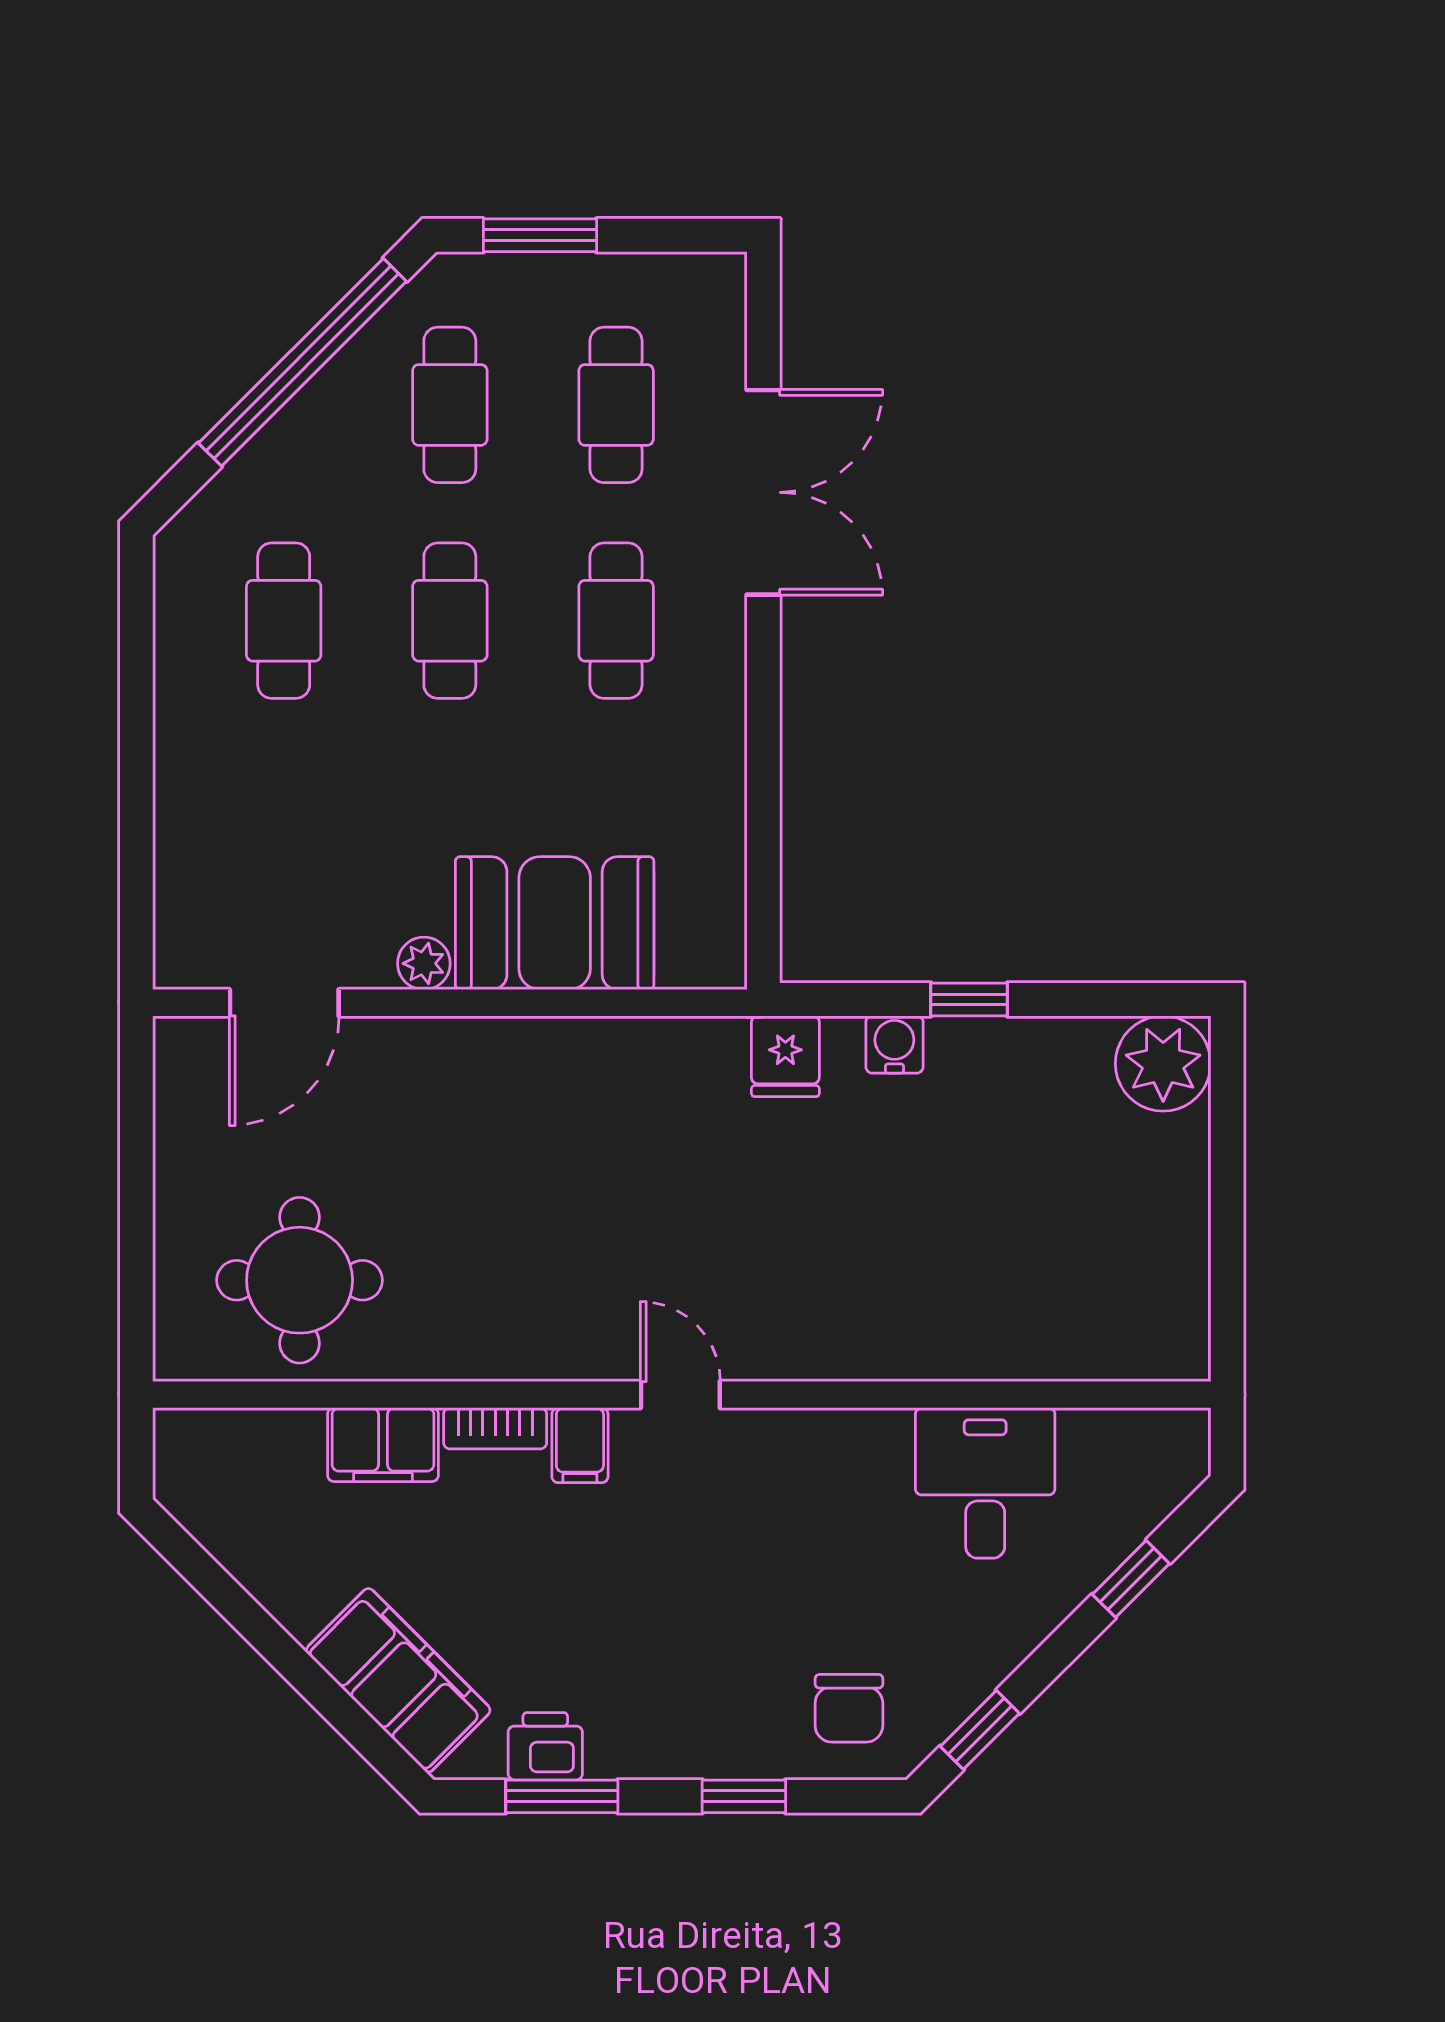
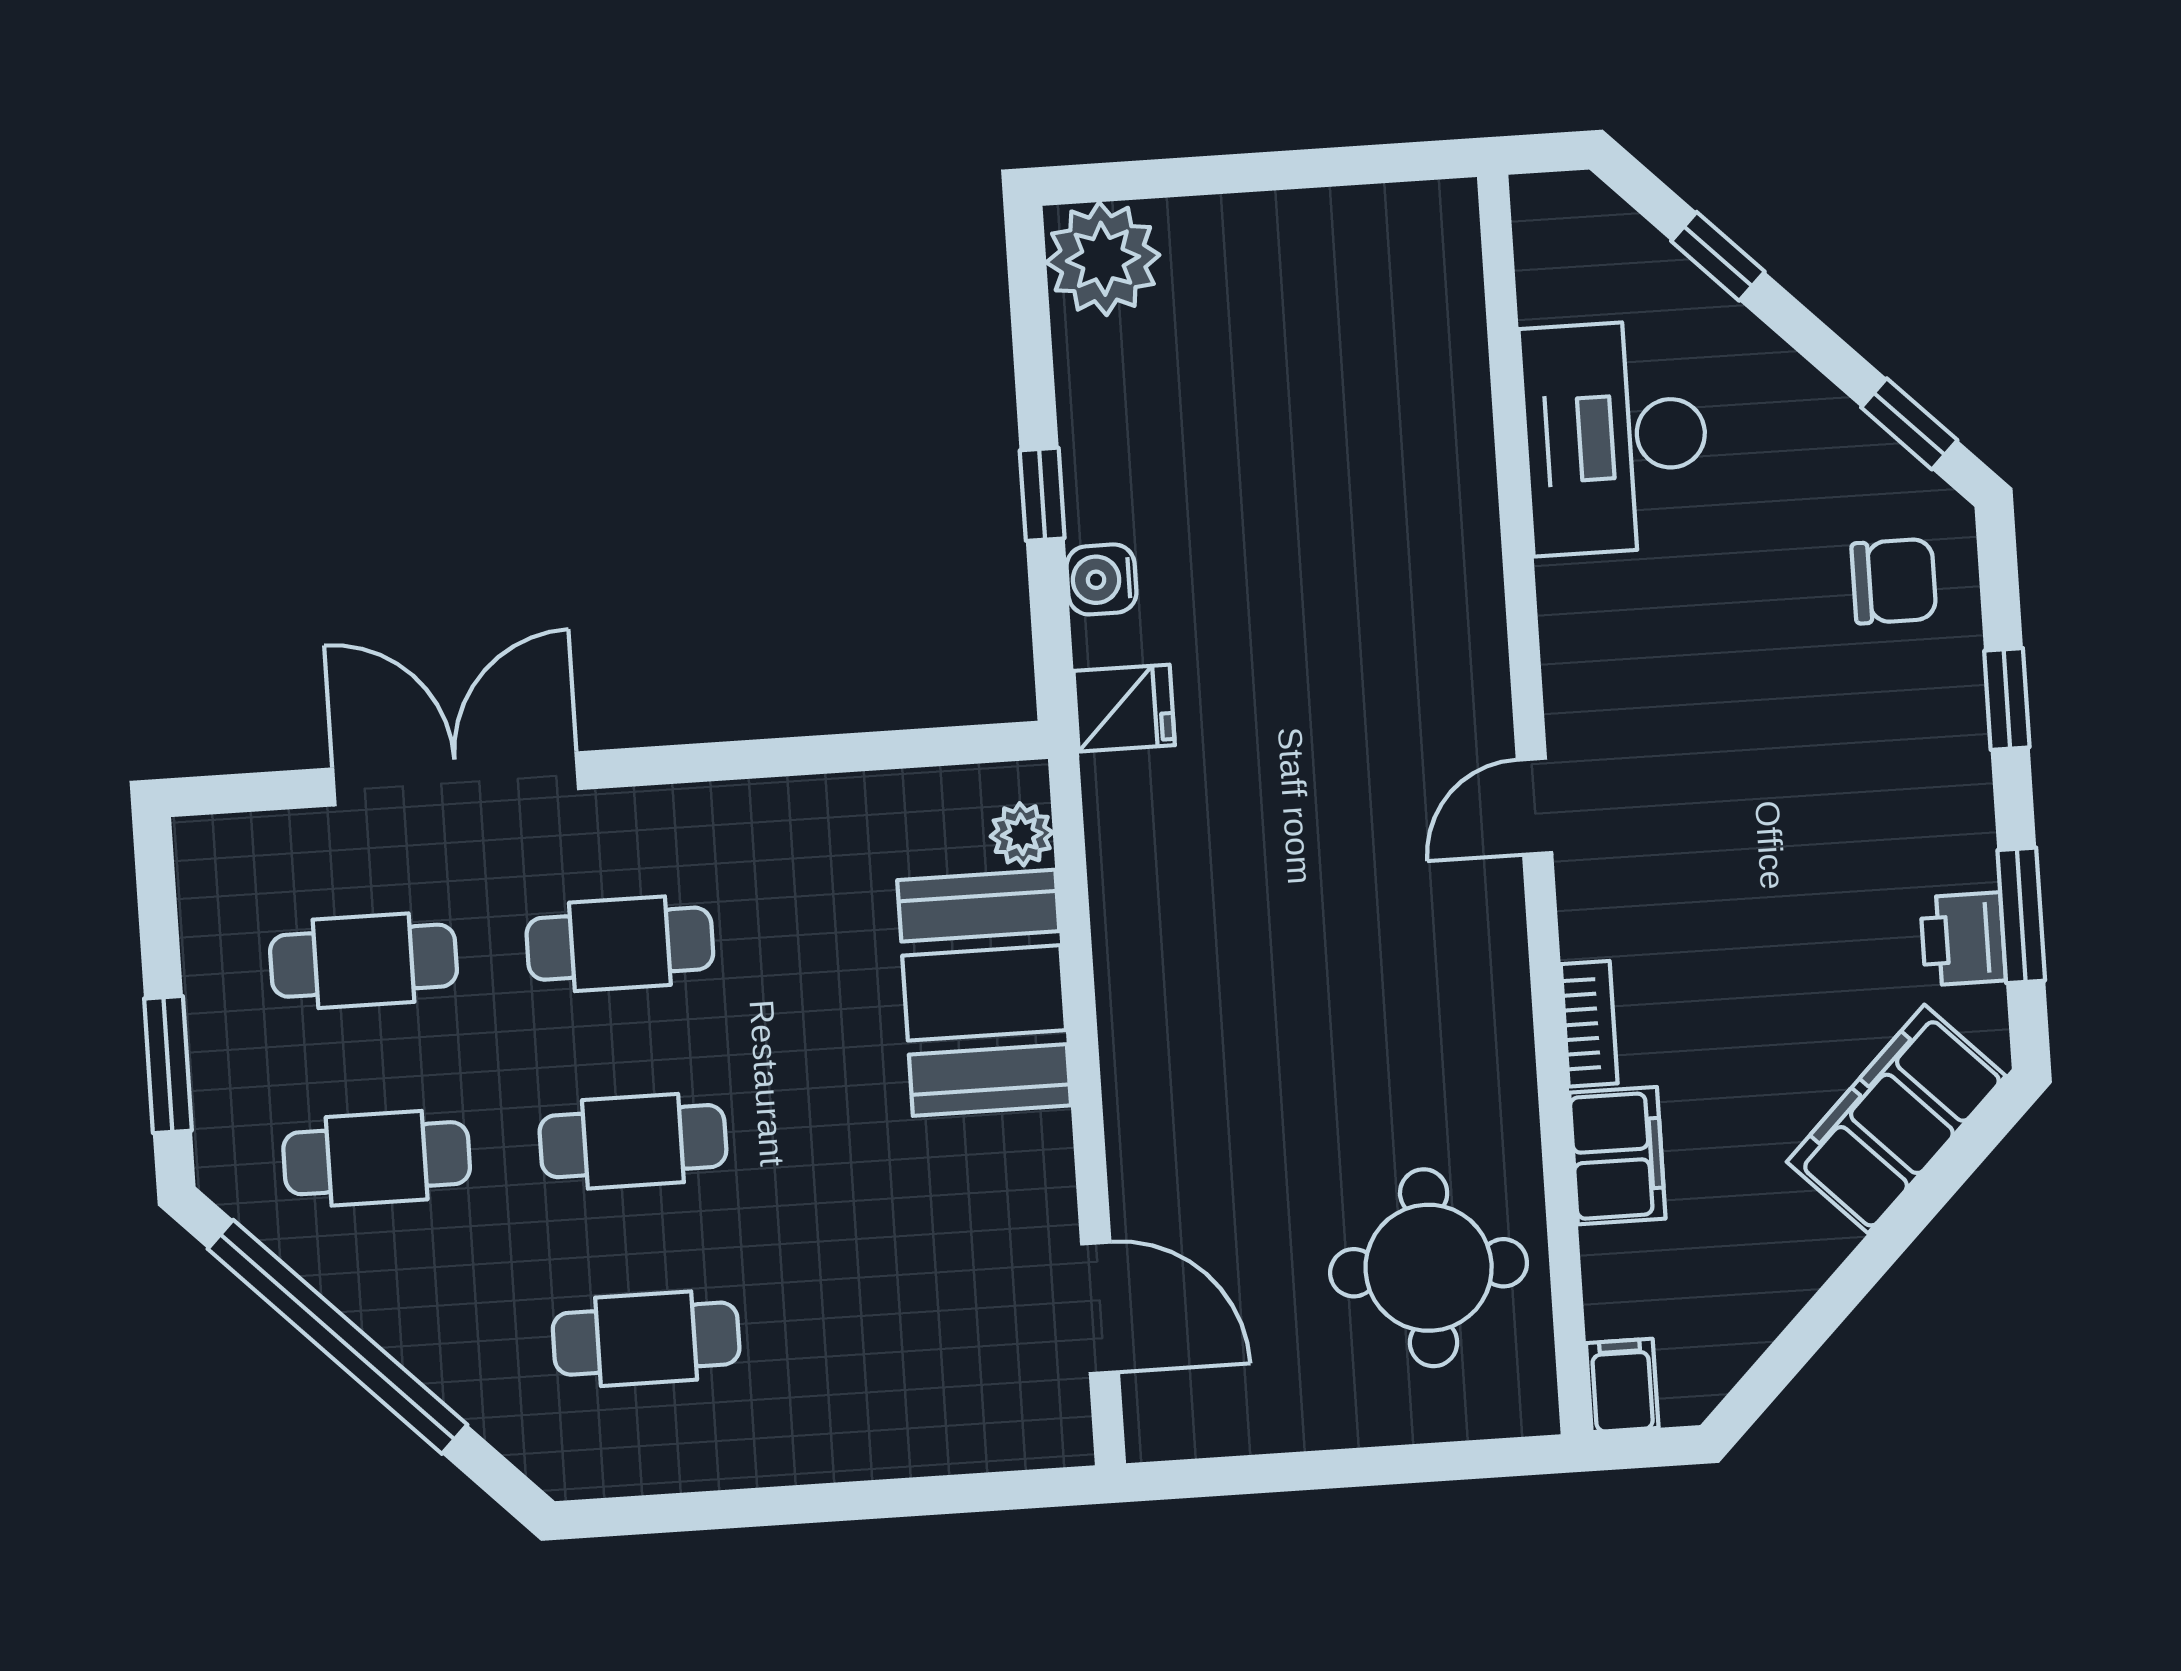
plant: (424, 963) -> (1022, 834), moved
filing cabinet: (580, 1445) -> (1622, 1385), moved, turned -90
desk: (985, 1483) -> (1615, 437), width x1.37

